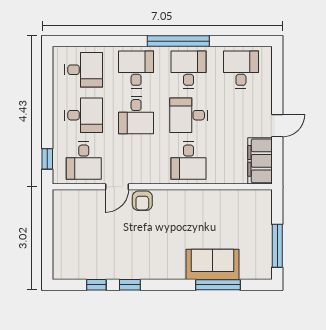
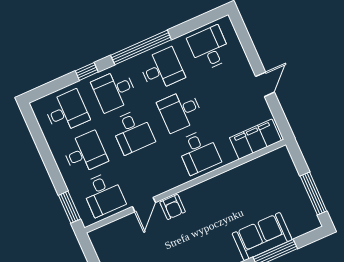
window: (119, 41) -> (87, 71), added
desk: (136, 70) -> (114, 90), turned -90
desk: (189, 70) -> (162, 69), turned 90
window: (47, 159) -> (69, 207), width x1.50
filing cabinet: (260, 161) -> (255, 139), moved, turned 90

